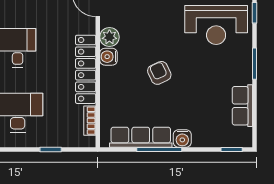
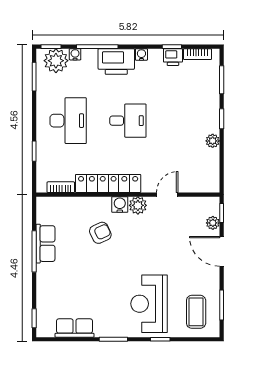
armchair: (159, 73) -> (100, 233), moved
row of seats: (141, 137) -> (45, 244), width x0.68
water cooler: (182, 138) -> (44, 273), removed

